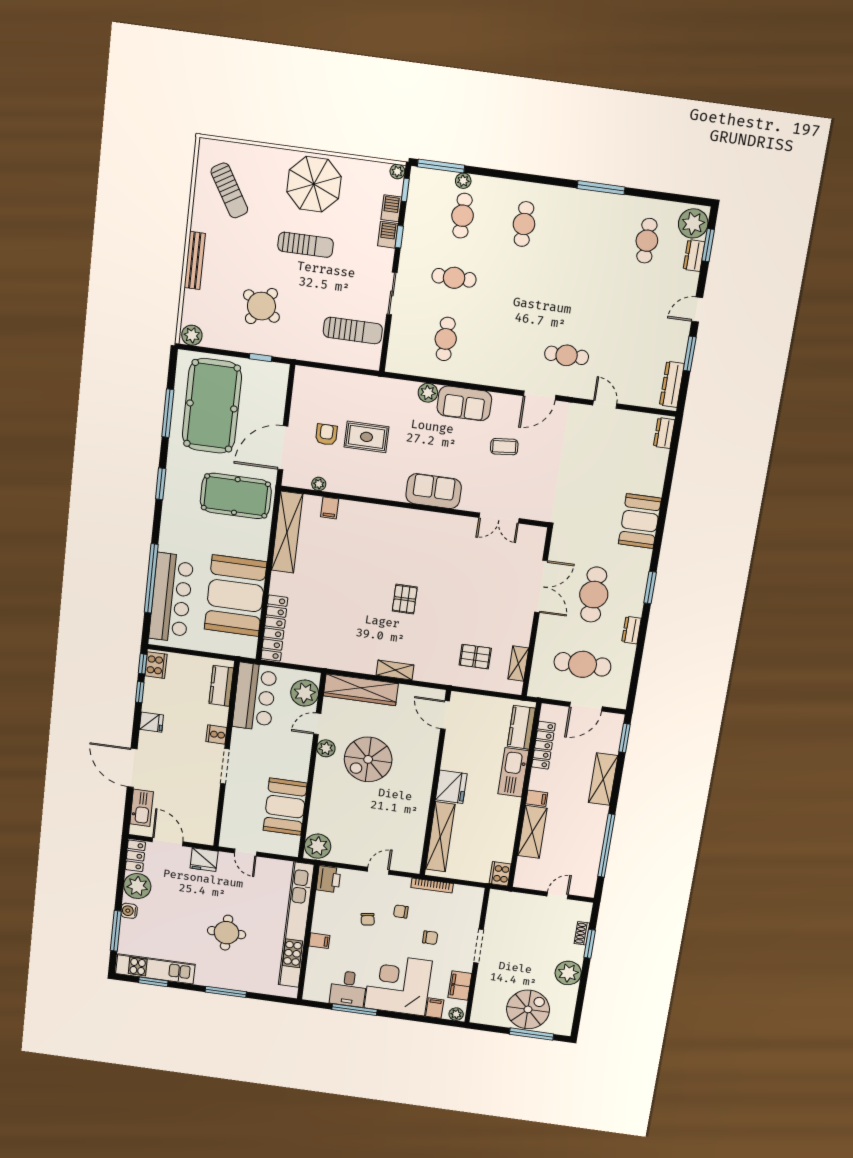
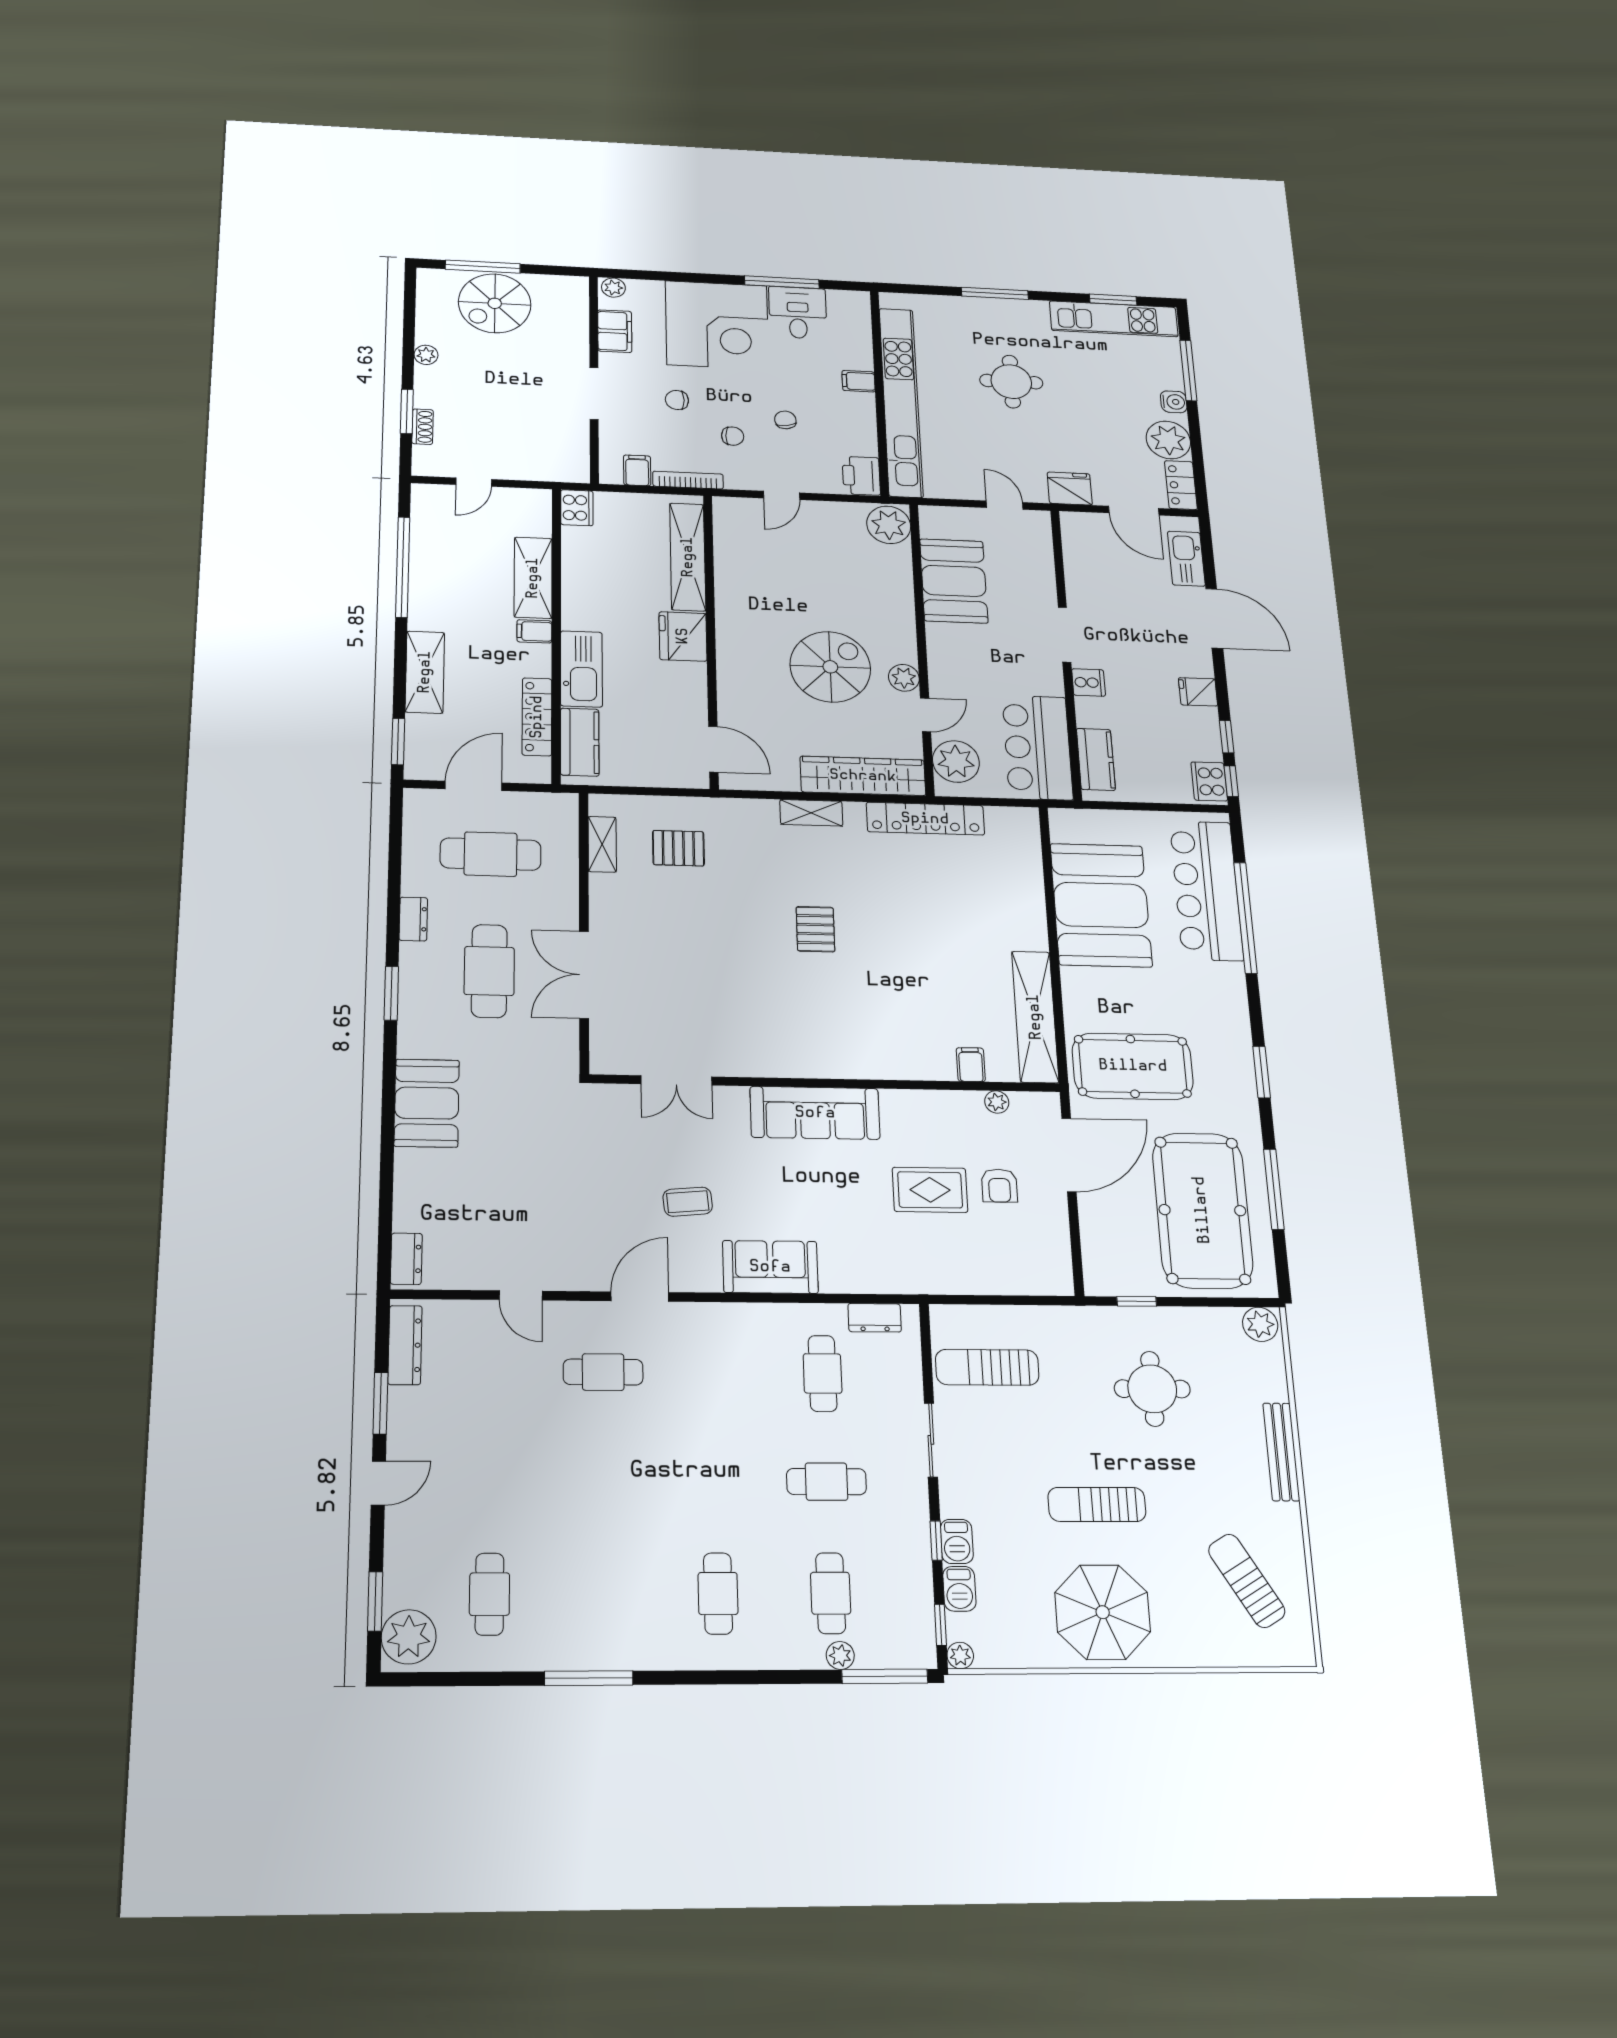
dresser: (694, 256) -> (875, 1318), moved, turned 90
round table: (261, 306) -> (1152, 1389), turned -34
plant: (428, 393) -> (837, 1277), removed
sofa: (434, 491) -> (815, 1113), width x1.36
double door: (499, 518) -> (676, 1080), swing flipped
locker: (274, 628) -> (925, 819), moved, turned -90
plant: (568, 973) -> (426, 355), width x0.53, depth x0.53
filing cabinet: (435, 1008) -> (637, 470), moved, turned 180

